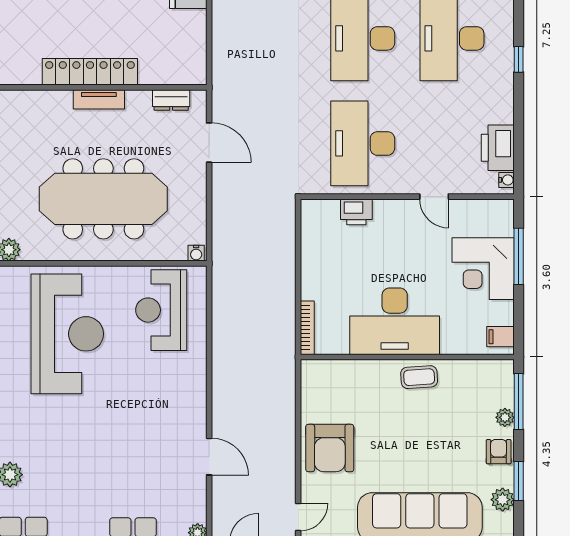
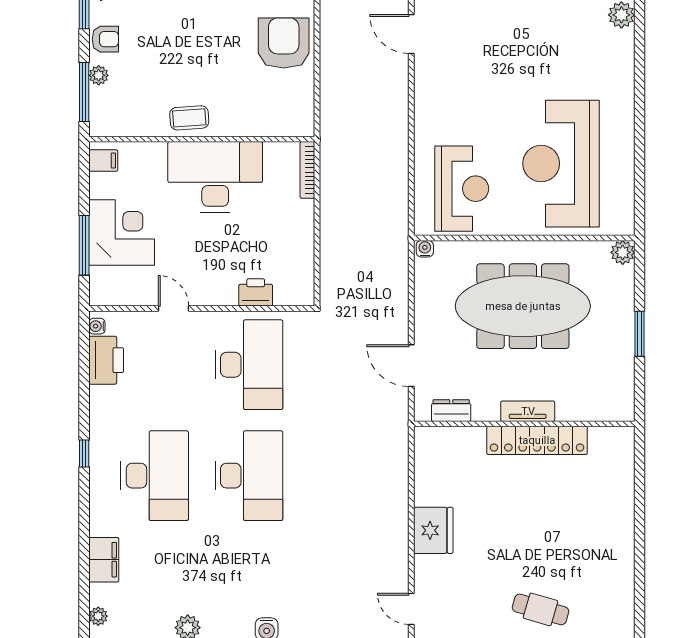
armchair: (499, 452) -> (105, 39), turned -90

